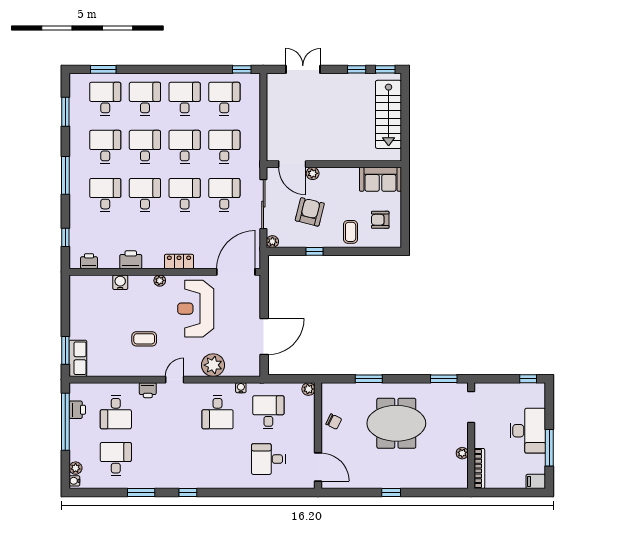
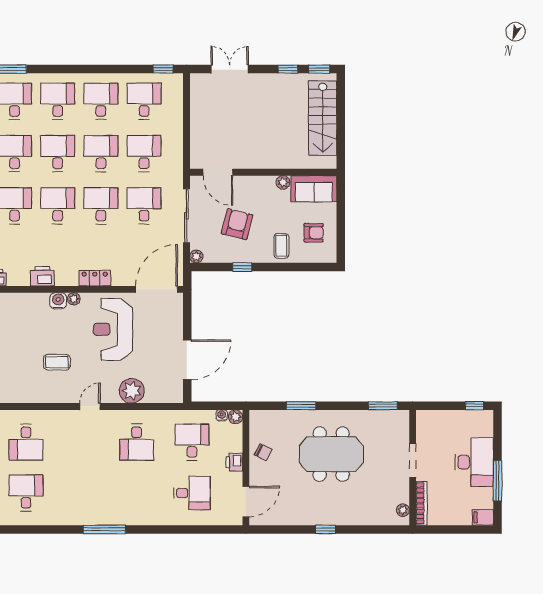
plant: (313, 173) -> (283, 182), moved
armchair: (380, 220) -> (314, 233), turned 180
water cooler: (120, 282) -> (58, 301), moved
water cooler: (241, 388) -> (222, 415), moved
printer: (148, 390) -> (234, 462), moved, turned 90
doorway: (471, 407) -> (413, 460), moved
plant: (462, 453) -> (403, 510), moved
desk: (268, 459) -> (192, 493), turned 180
door: (318, 467) -> (246, 502), hinge flipped
window: (141, 493) -> (54, 529), removed
window: (188, 493) -> (104, 529), width x2.17

